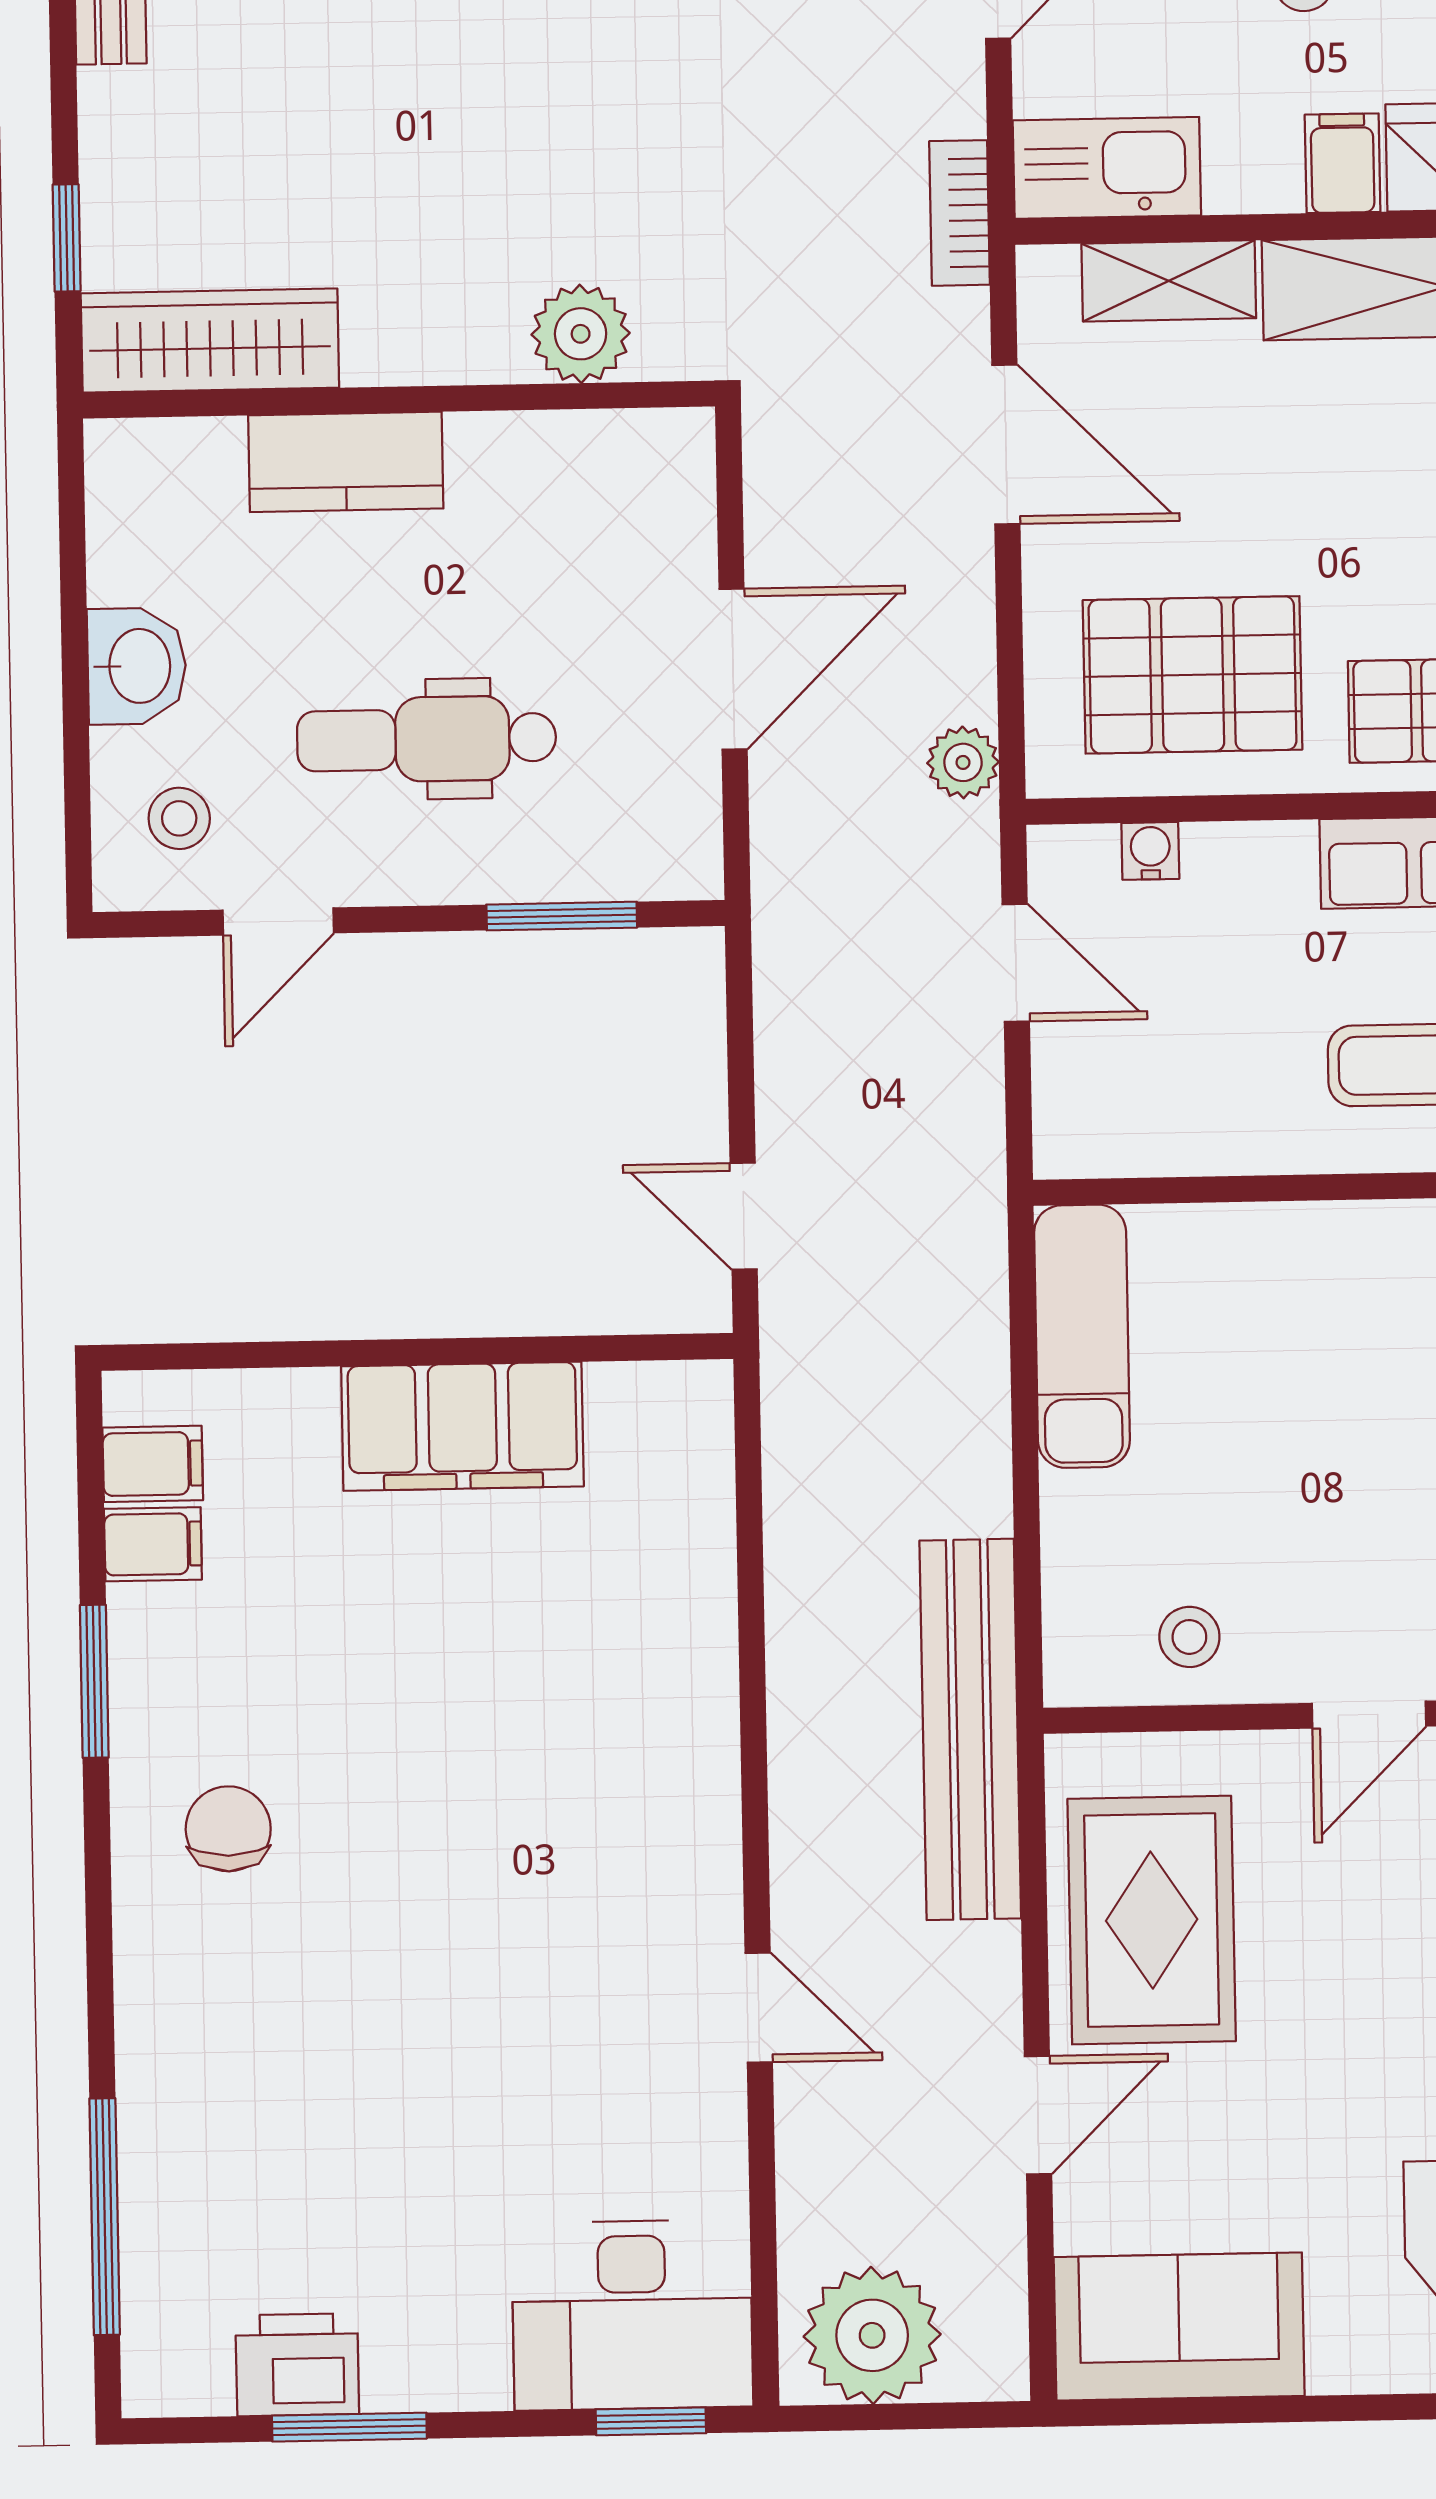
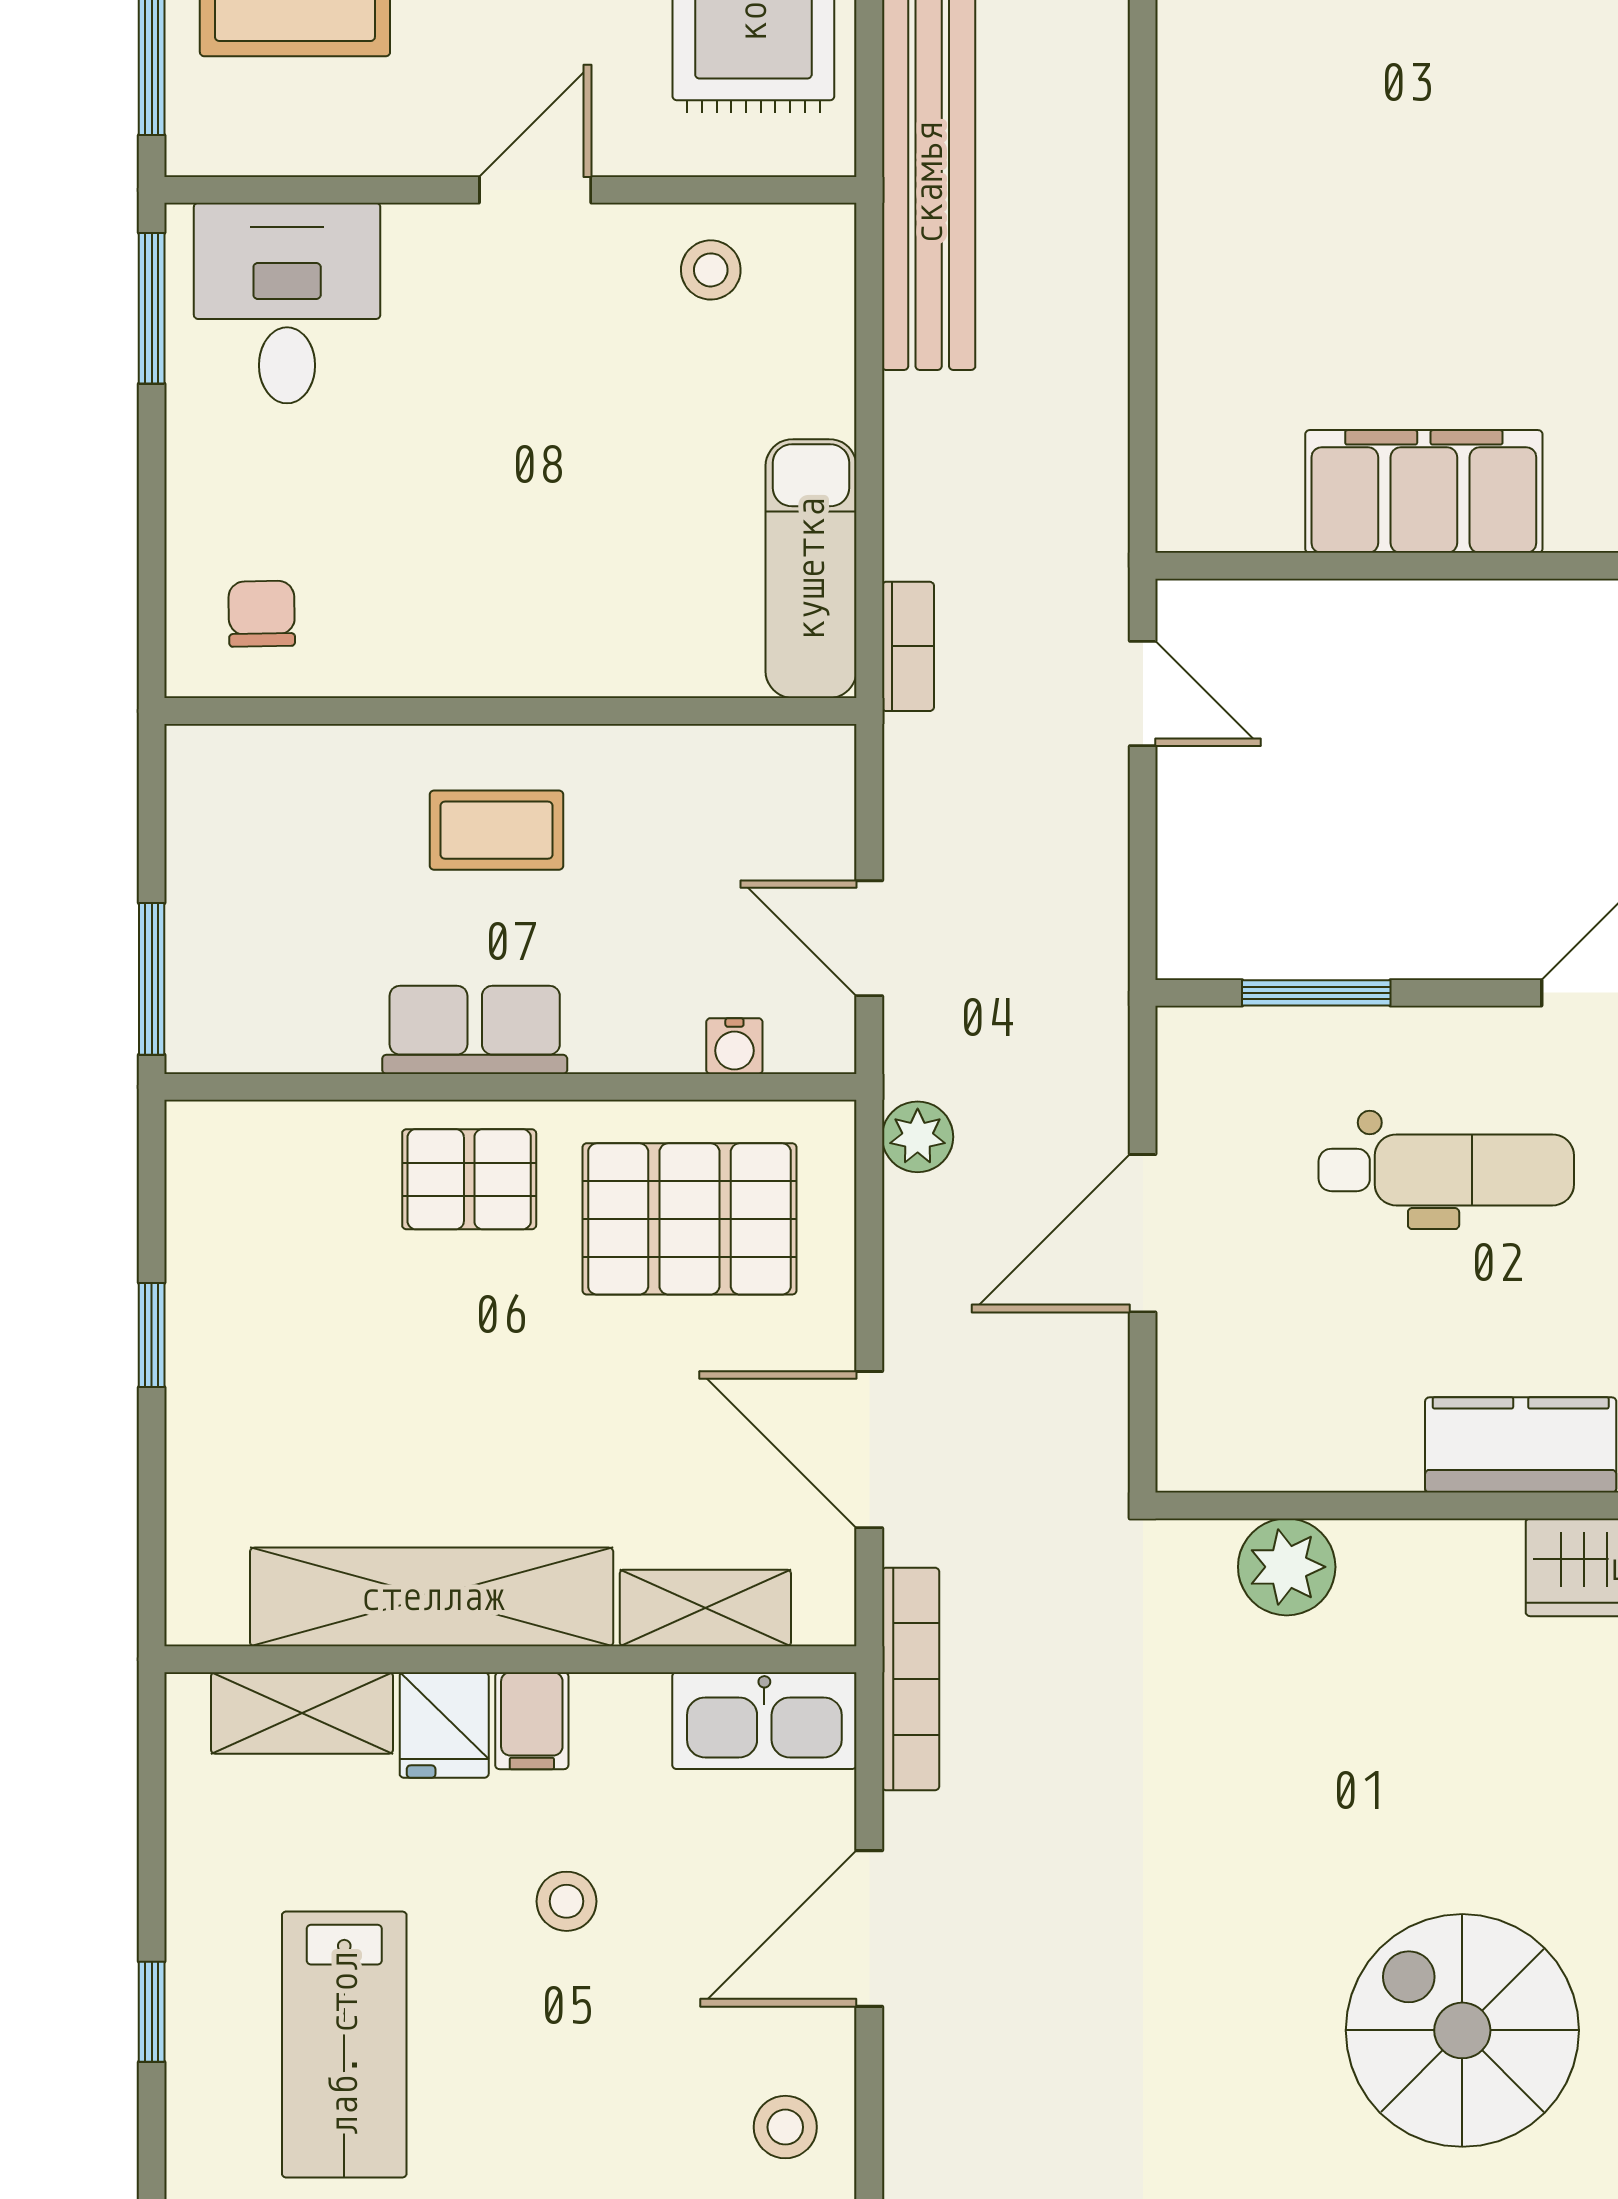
bookcase: (960, 213) -> (911, 1679), width x1.56
bookcase: (982, 1259) -> (908, 646), added

